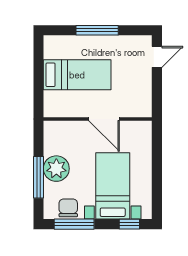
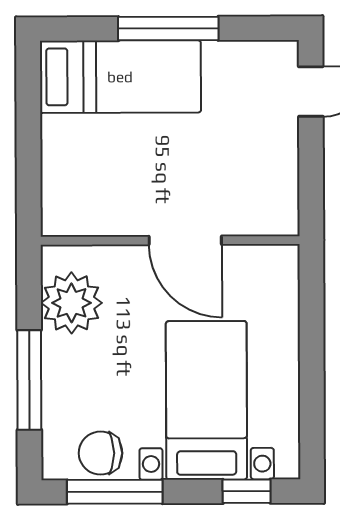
bed: (77, 75) -> (120, 77), moved
plant: (56, 169) -> (71, 303), moved
chair: (68, 208) -> (101, 453), turned -90

